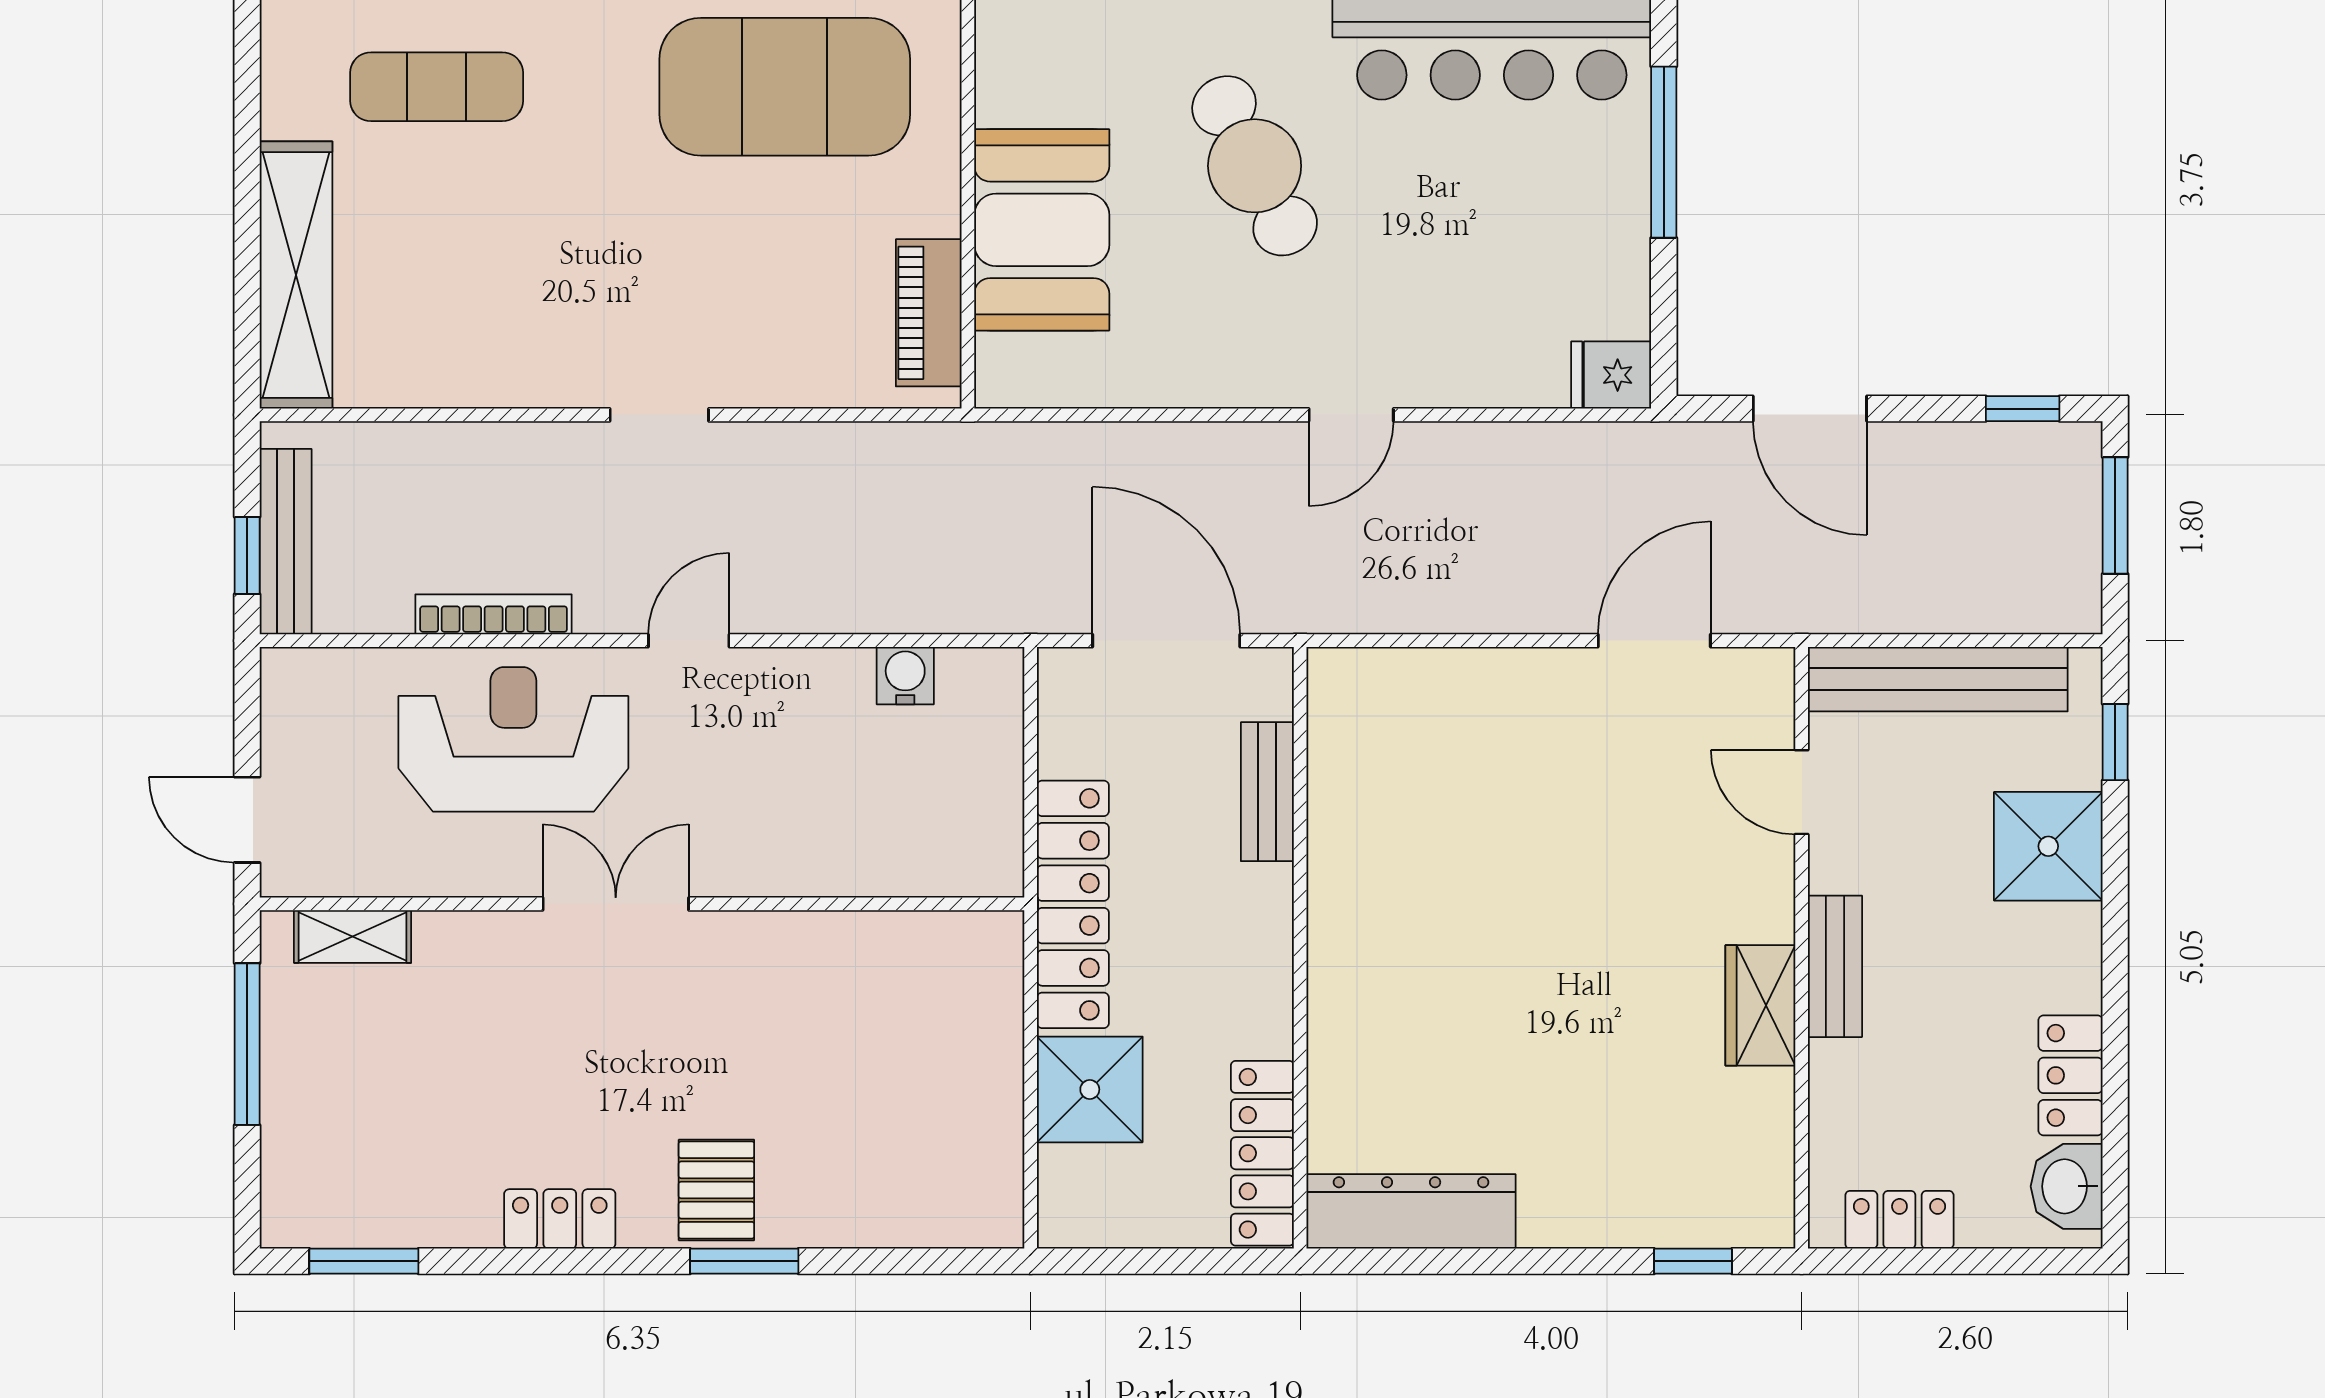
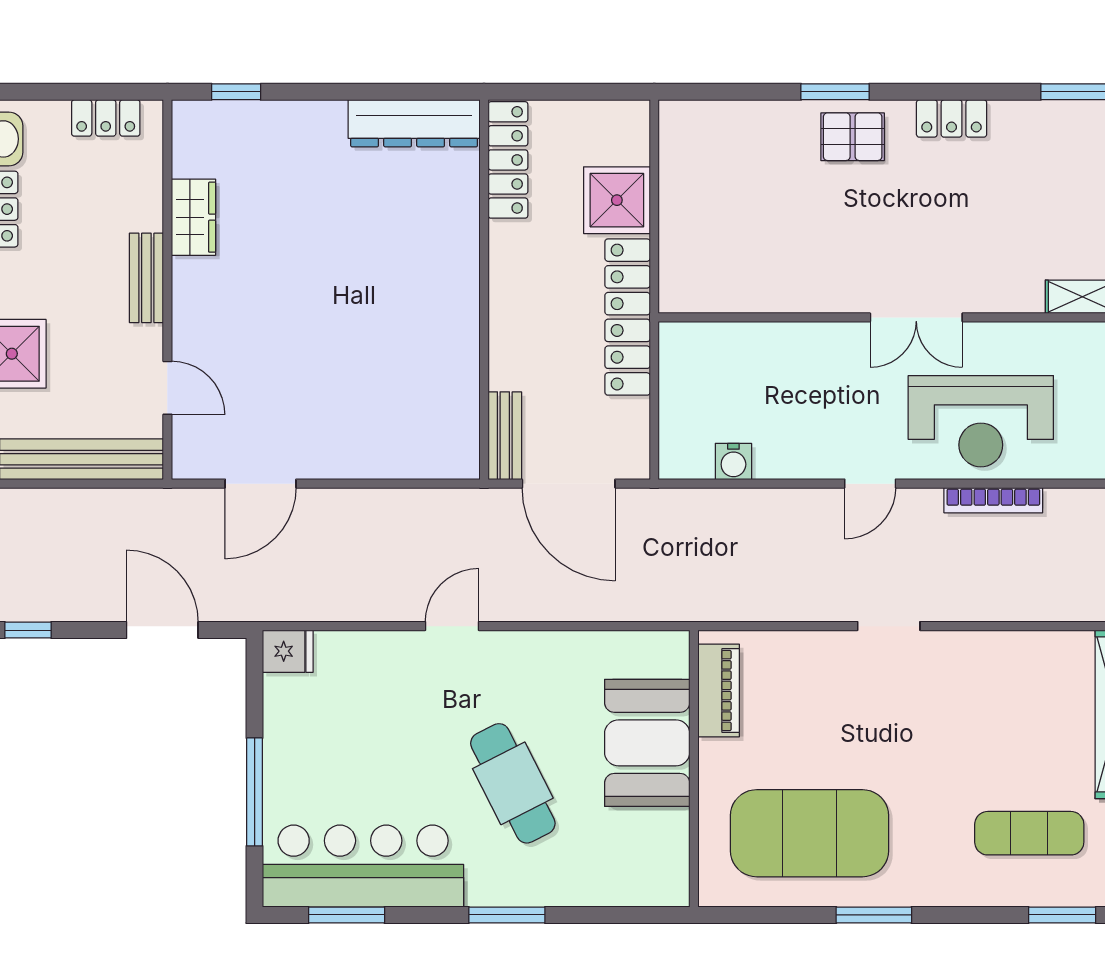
bench: (1267, 792) -> (505, 436), moved
wardrobe: (1760, 1005) -> (193, 217), moved
pallet: (716, 1190) -> (853, 137), turned 90

